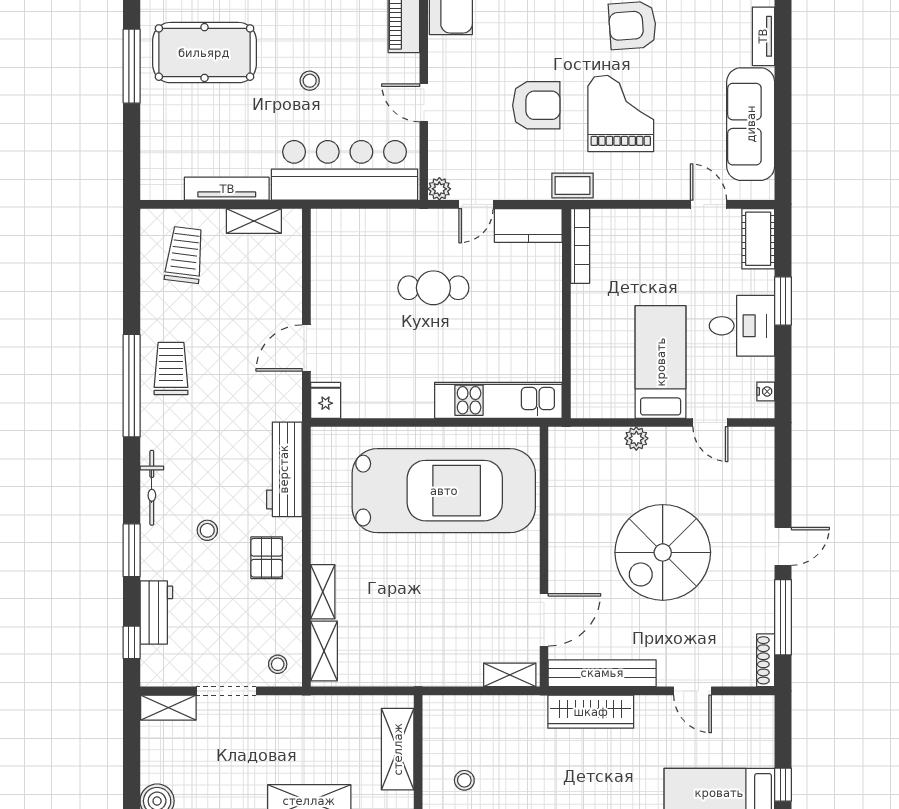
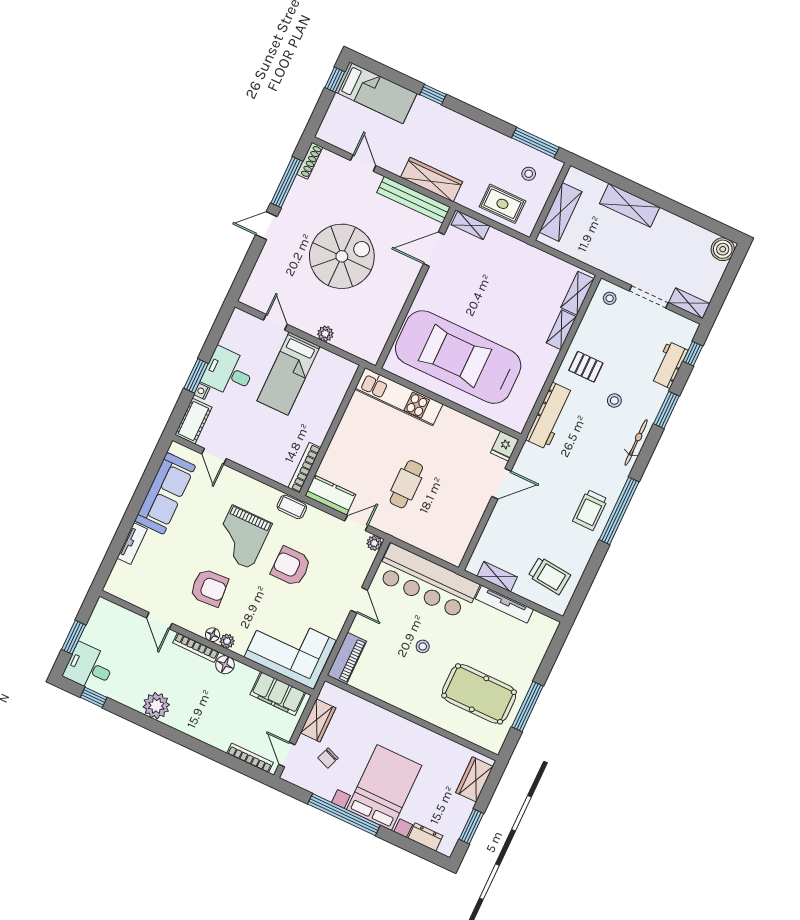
trolley: (185, 255) -> (549, 576), turned -91
cafe table: (433, 288) -> (406, 484), turned 90
nightstand: (766, 391) -> (202, 391), moved
pallet: (267, 558) -> (586, 367), turned 90
rug: (481, 724) -> (502, 204), added

